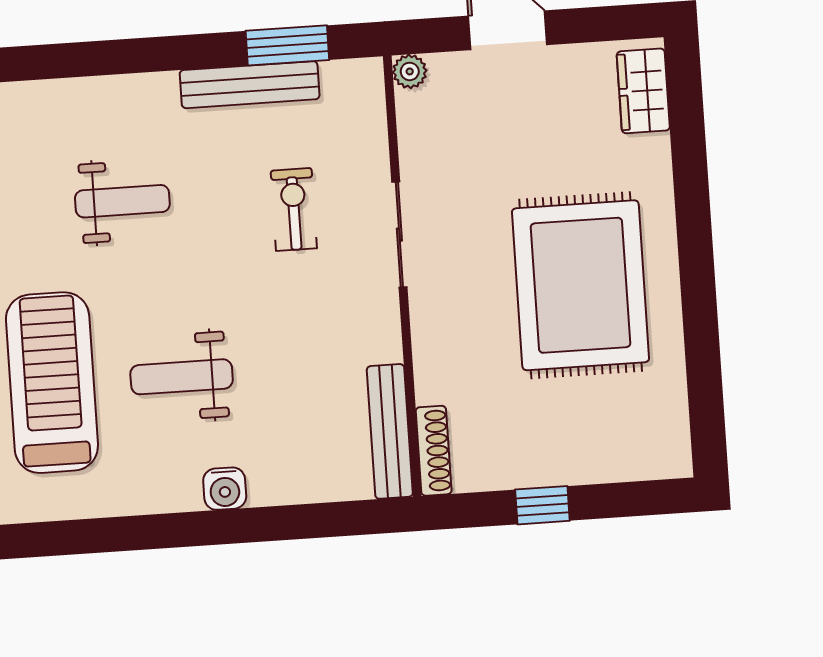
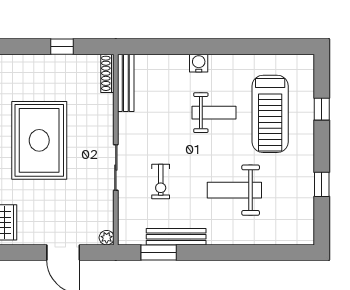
weight bench: (122, 201) -> (234, 190), width x1.36, depth x1.33

